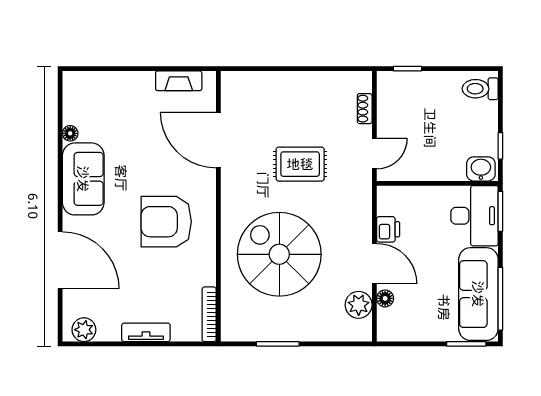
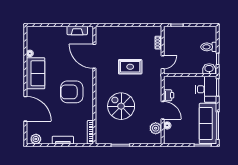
toilet: (480, 89) -> (209, 47), moved
spiral stairs: (279, 254) -> (121, 106), width x0.73, depth x0.73

